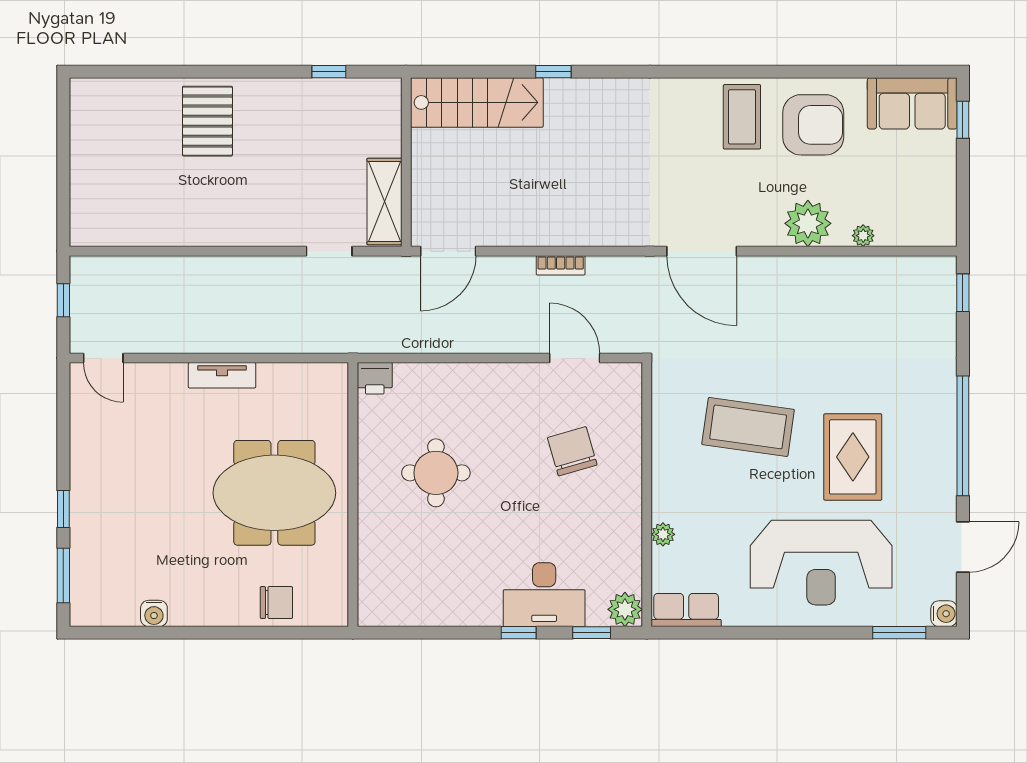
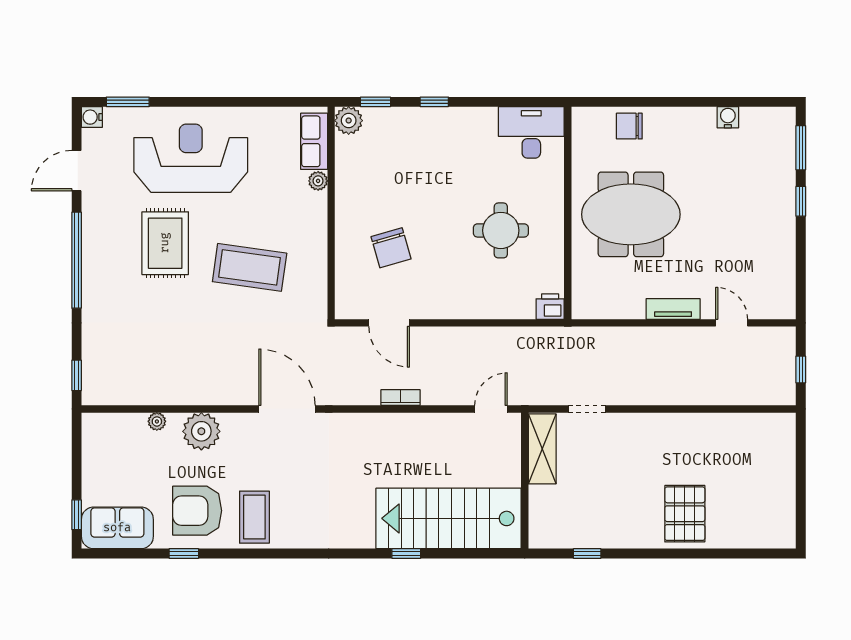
window: (830, 72) -> (184, 554), added
stairs: (477, 102) -> (449, 518), width x1.36, depth x1.51
door: (448, 251) -> (491, 409), width x0.73
door: (103, 358) -> (732, 323), moved
desk: (544, 595) -> (531, 132), moved
row of seats: (686, 610) -> (314, 141), moved, turned 90

